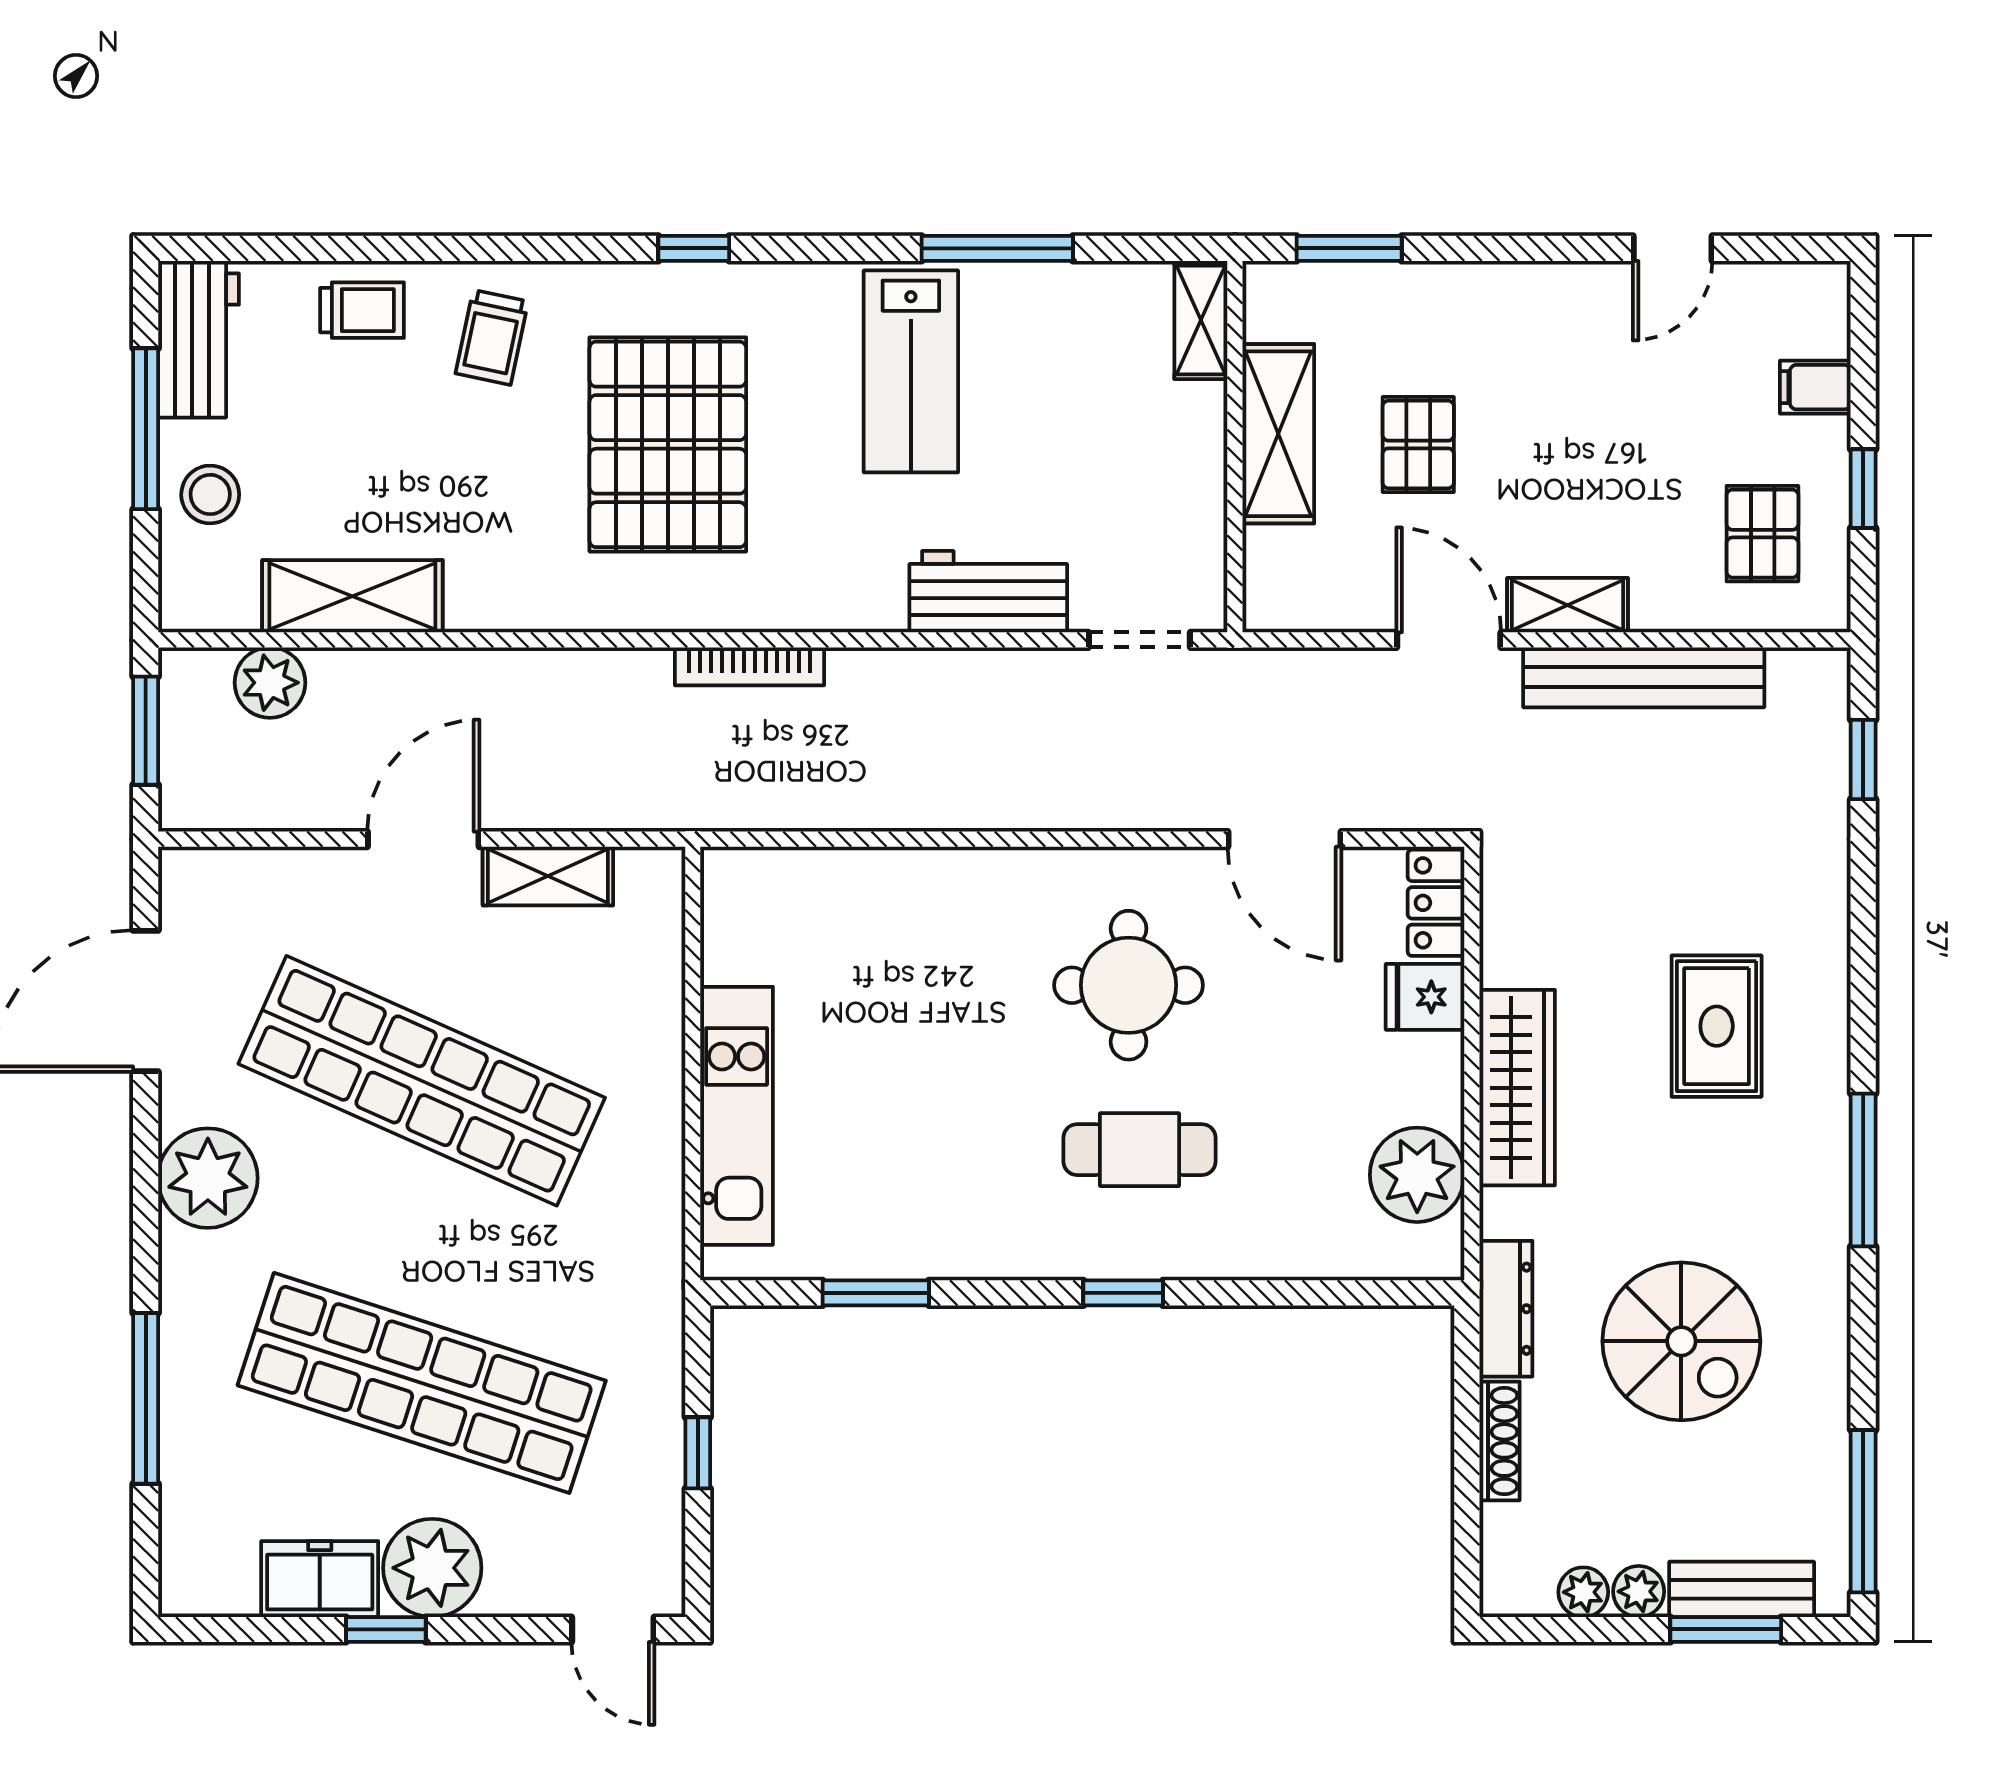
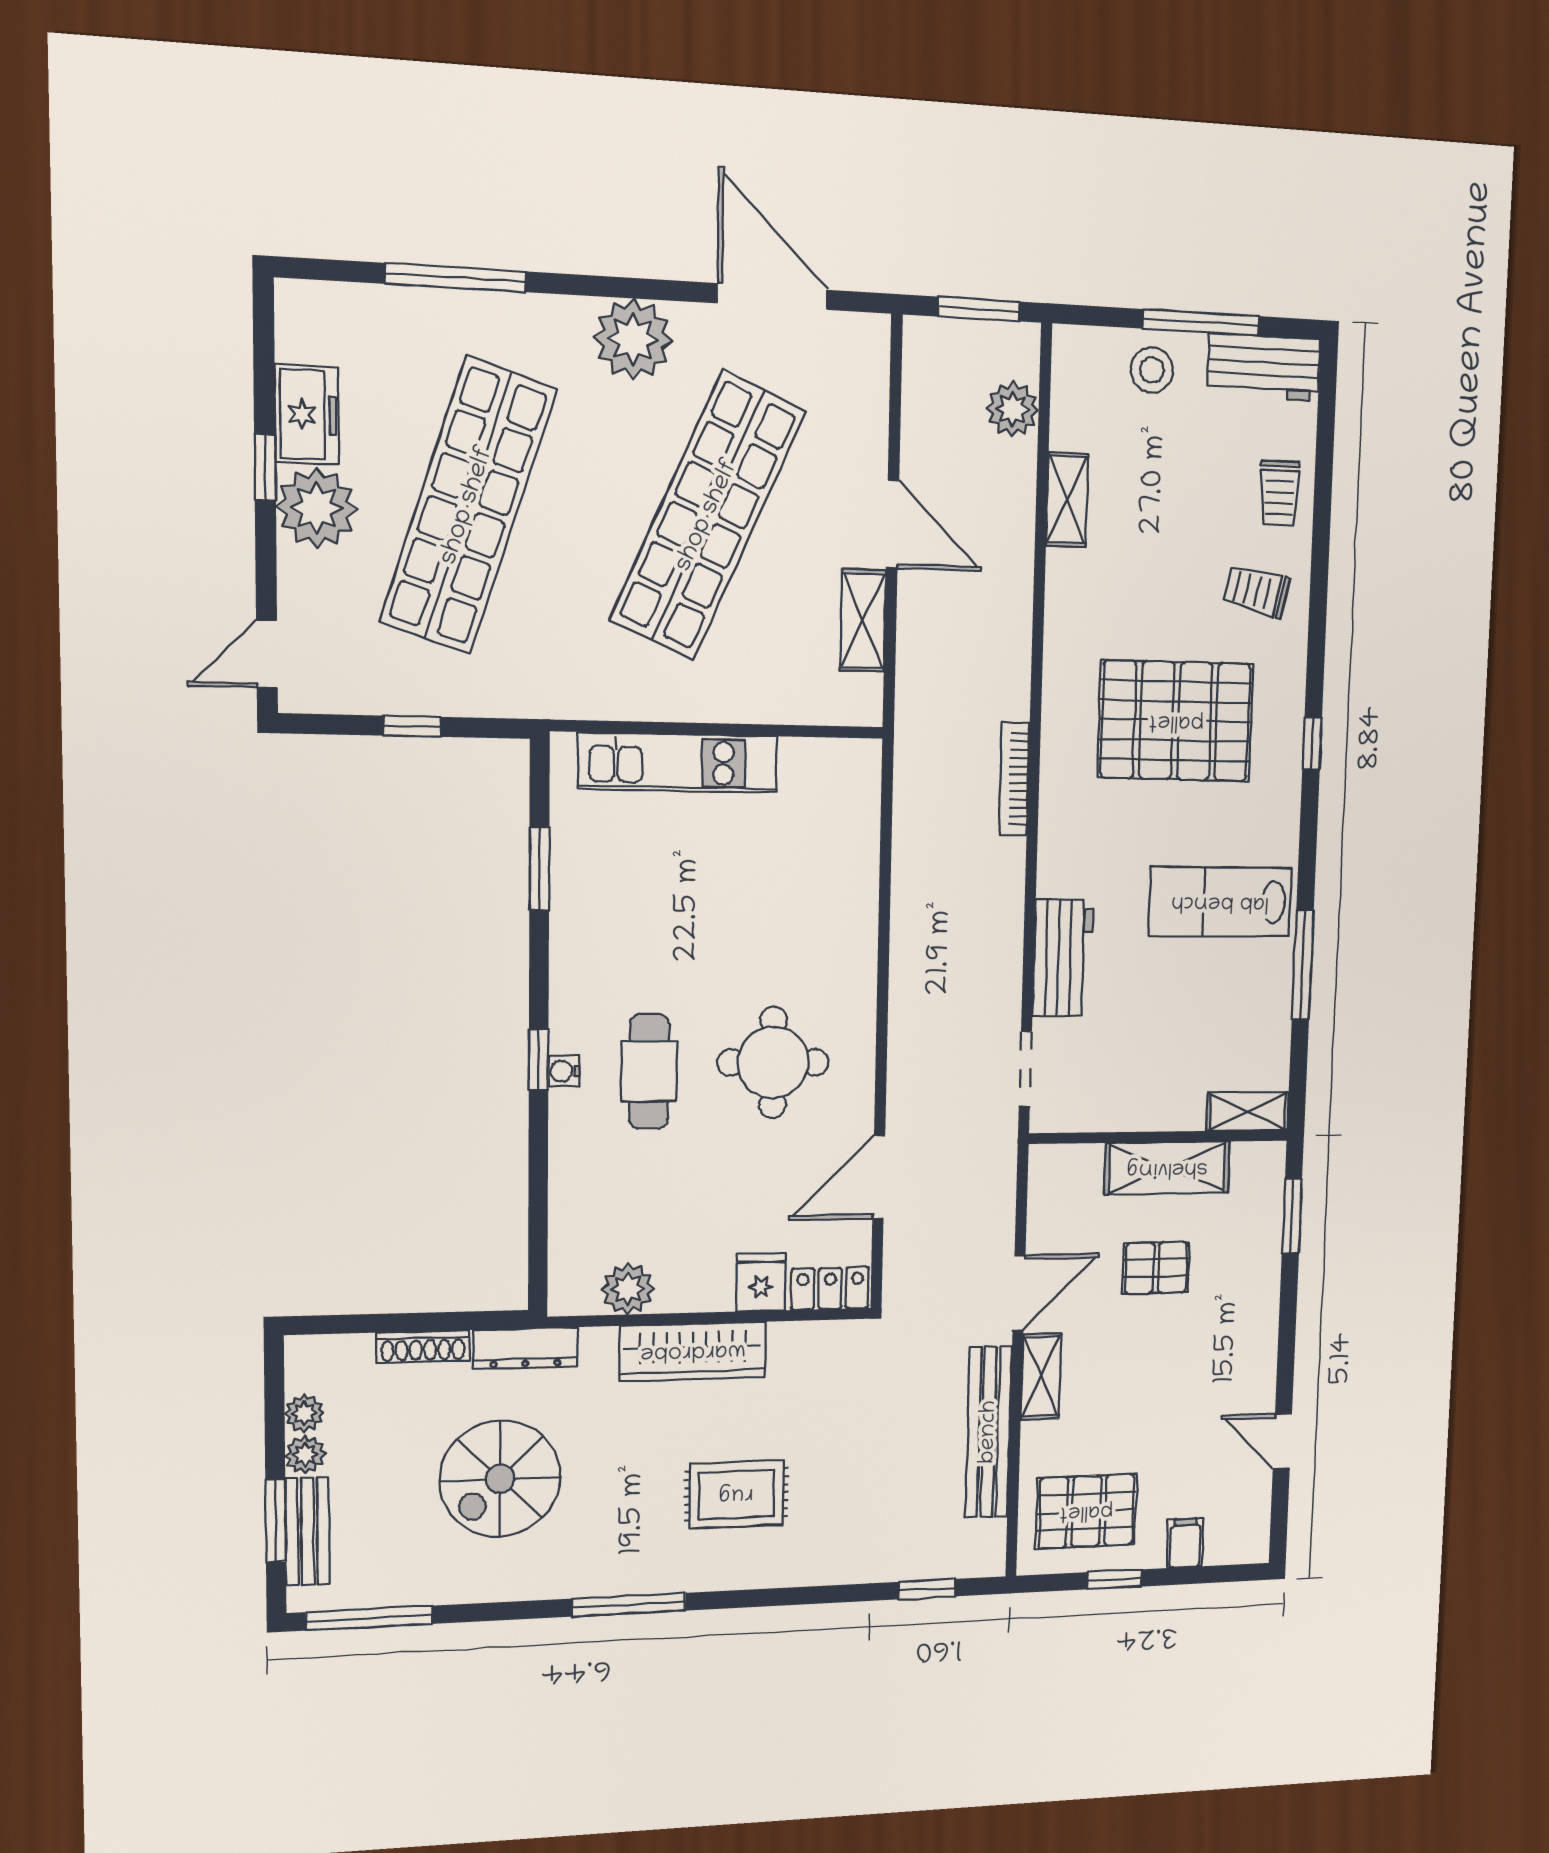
pallet: (1762, 534) -> (1086, 1511), width x1.50, depth x1.42
shelving: (352, 596) -> (1067, 500), width x0.67, depth x0.75
plant: (1417, 1175) -> (628, 1289), width x0.73, depth x0.73
water cooler: (1138, 1260) -> (564, 1071), added

